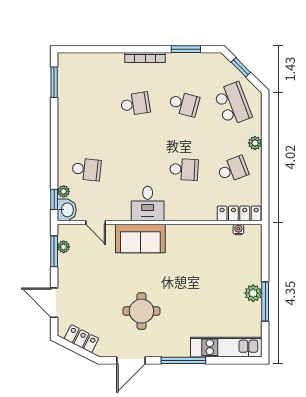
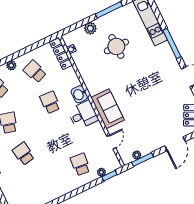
washbasin: (67, 210) -> (79, 94), moved, turned -90
plant: (253, 293) -> (90, 28), moved
round table: (141, 311) -> (116, 46), moved

